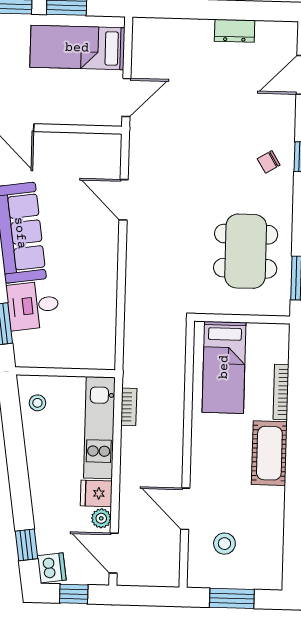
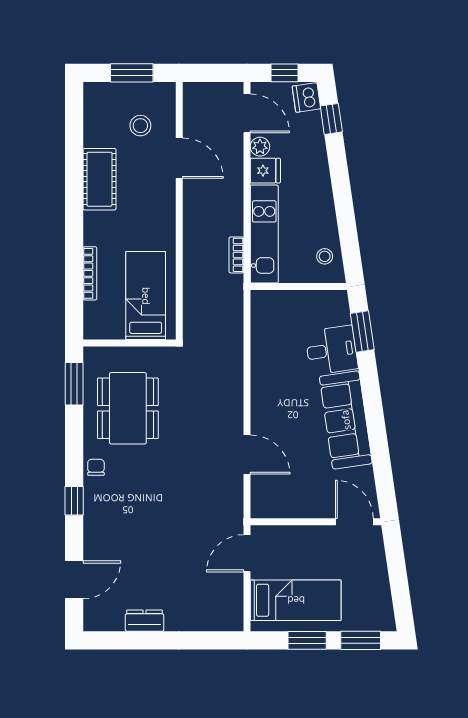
chair: (269, 162) -> (96, 467), moved, turned -59
cot: (269, 453) -> (100, 179), moved

